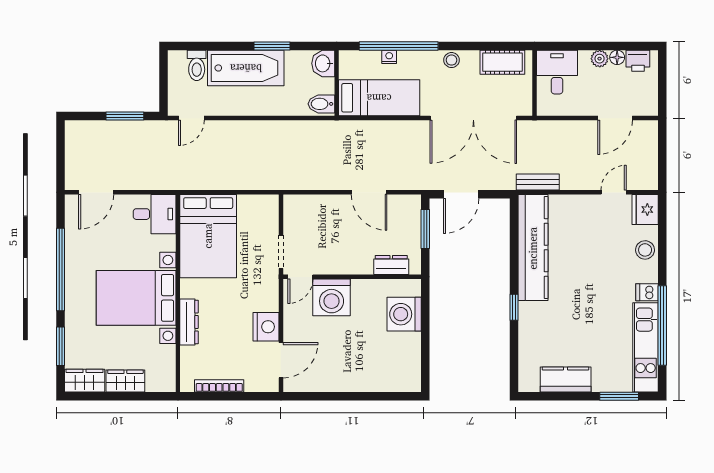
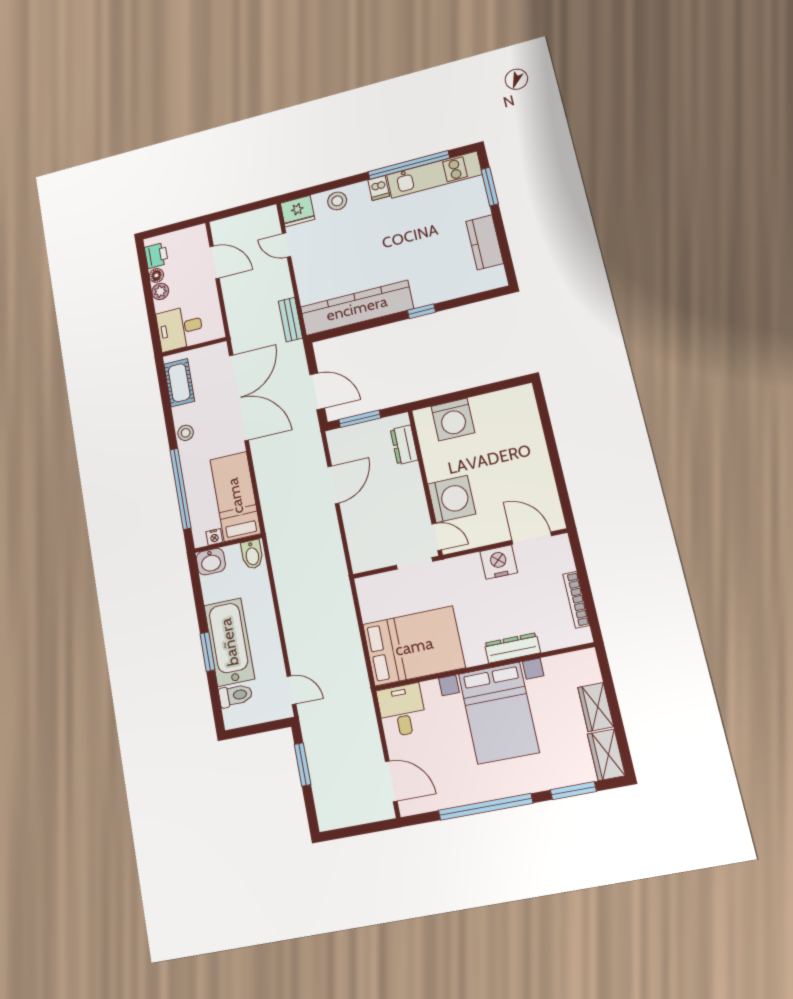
window: (272, 46) -> (208, 652), moved
nightstand: (389, 57) -> (214, 537), moved, turned -90

